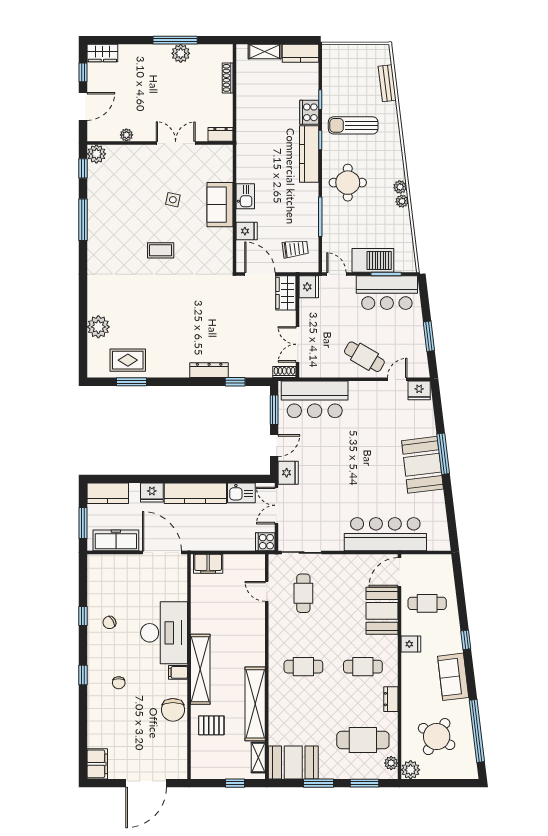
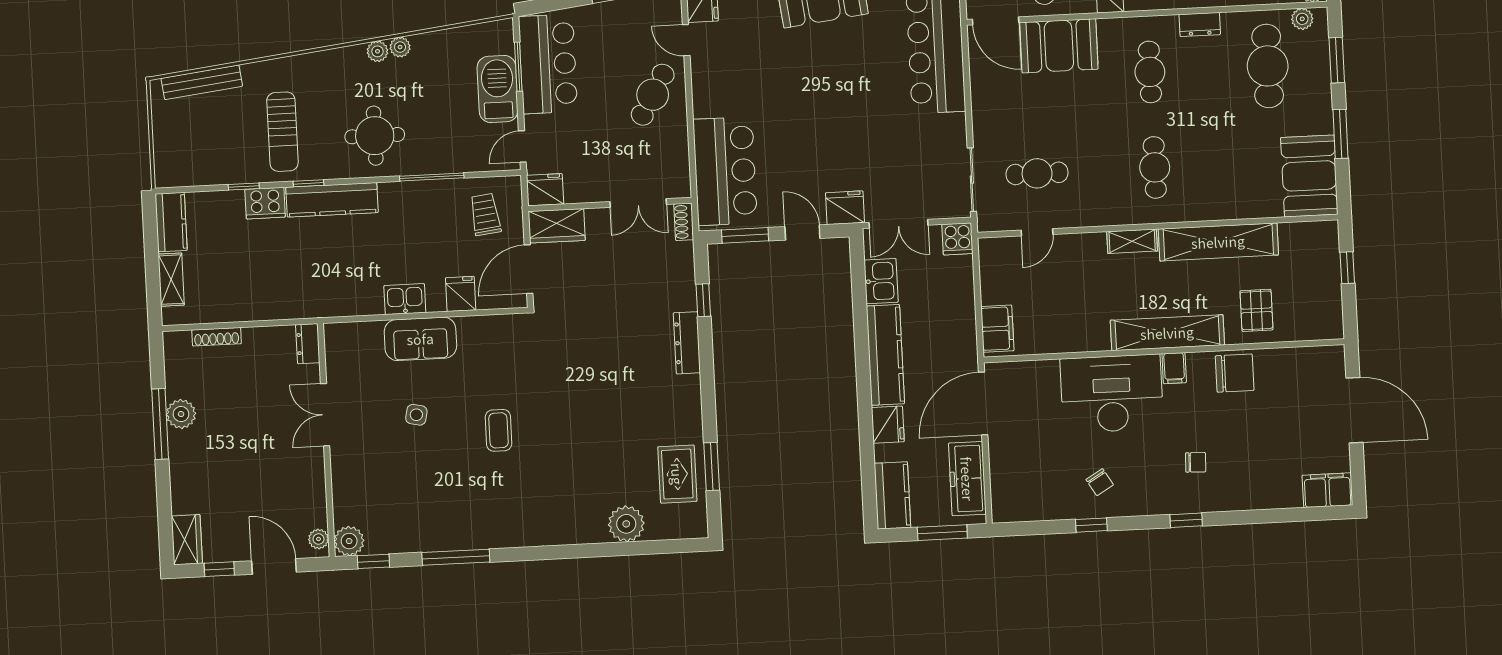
bench: (387, 83) -> (202, 82), width x1.36
plant: (126, 135) -> (319, 539), moved
shelving: (258, 757) -> (1132, 241), moved

